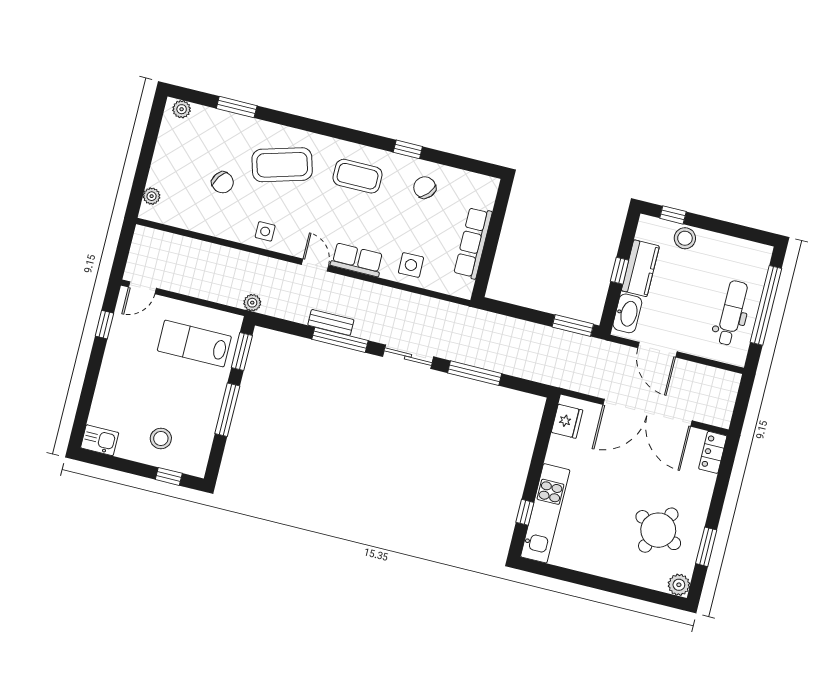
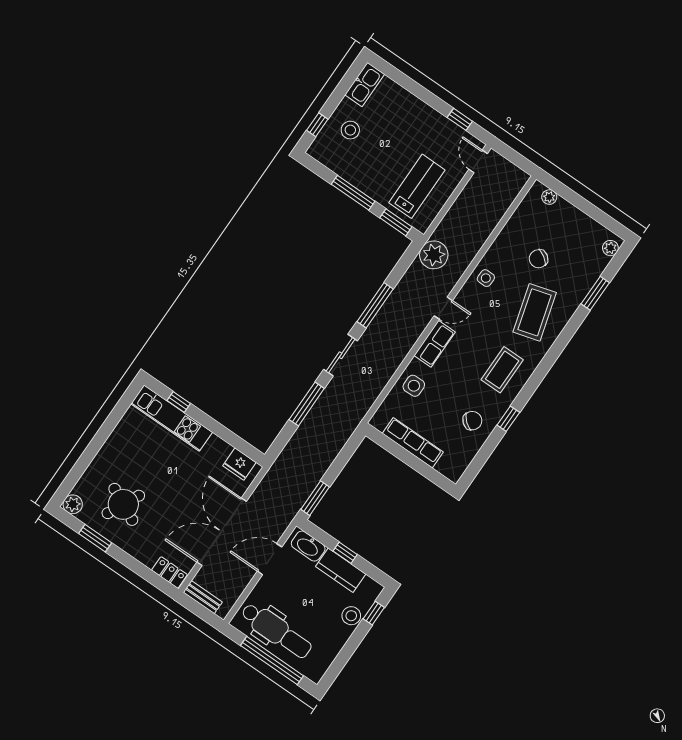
plant: (252, 303) -> (434, 255), width x1.88, depth x1.88
dental chair: (732, 313) -> (276, 631), width x1.36, depth x1.38
bench: (331, 322) -> (203, 597), moved, turned 90
kitchen sink: (100, 440) -> (365, 84), width x1.38

